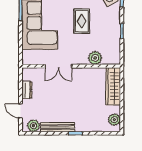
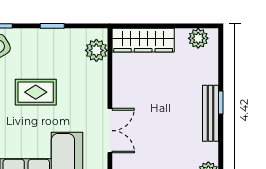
plant: (95, 58) -> (96, 50), moved
bench: (58, 127) -> (211, 113), moved

